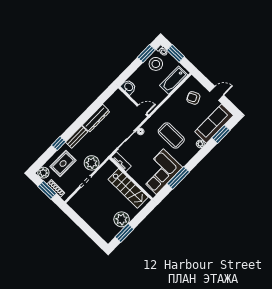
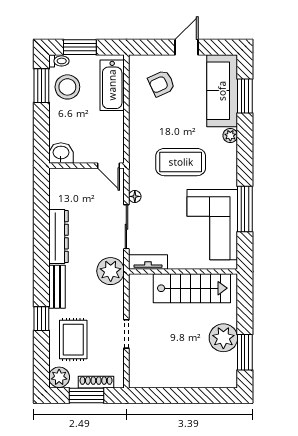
door: (142, 110) -> (109, 166), swing flipped
plant: (92, 163) -> (111, 271), moved

